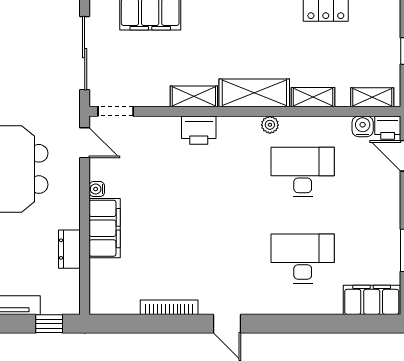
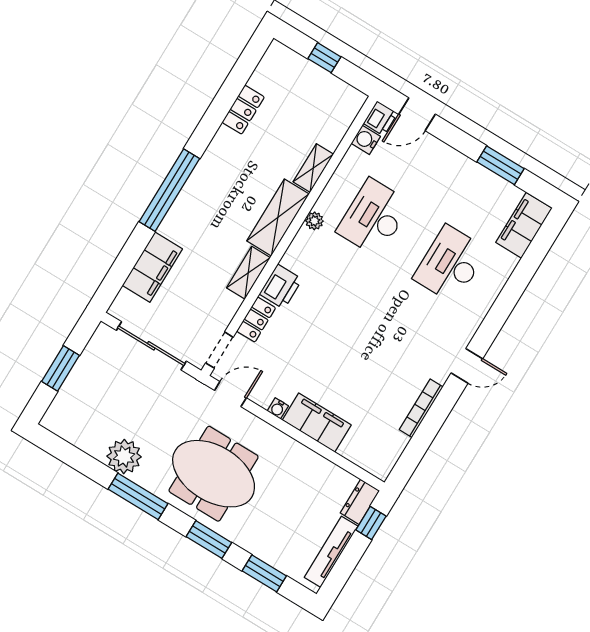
shelving: (372, 97) -> (345, 116), removed
locker: (159, 126) -> (256, 320), added
dresser: (69, 249) -> (360, 502), moved, turned 90

